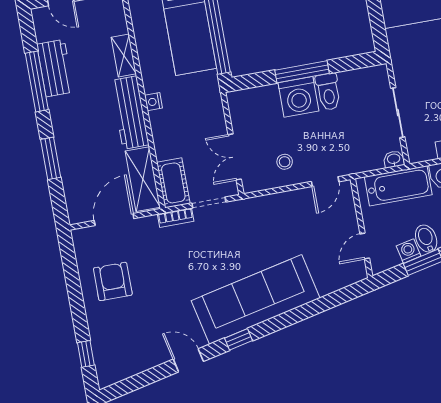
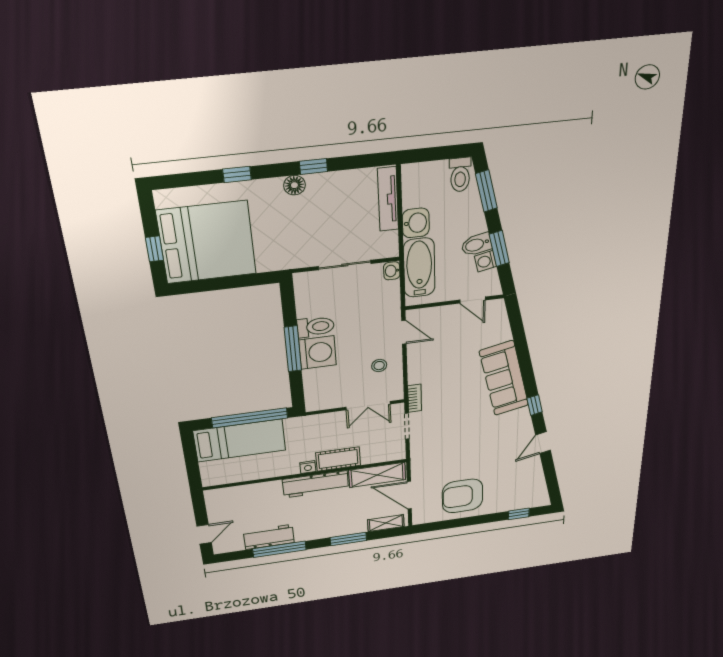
shelving: (124, 56) -> (386, 523), moved
cot: (173, 183) -> (338, 459), moved
bookcase: (176, 218) -> (415, 398), moved
armchair: (113, 281) -> (463, 496), width x1.36, depth x1.36
sofa: (256, 299) -> (504, 378), width x0.74, depth x0.79

